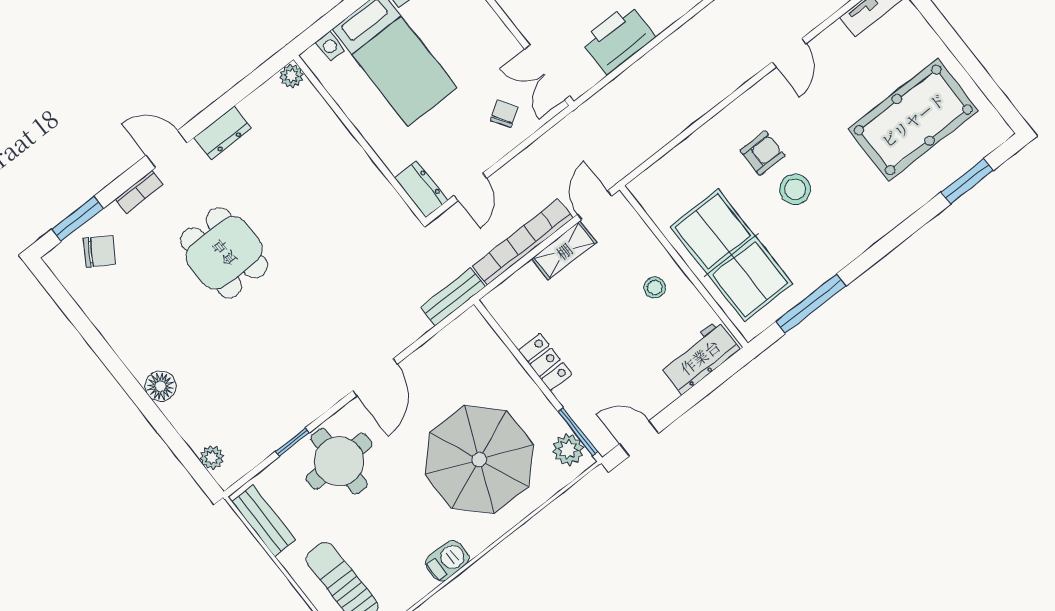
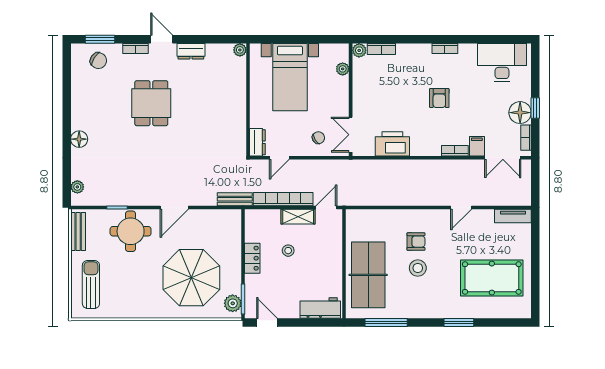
window: (967, 181) -> (459, 322), moved
stool: (655, 288) -> (288, 251), moved
barbecue: (447, 561) -> (143, 310), removed

